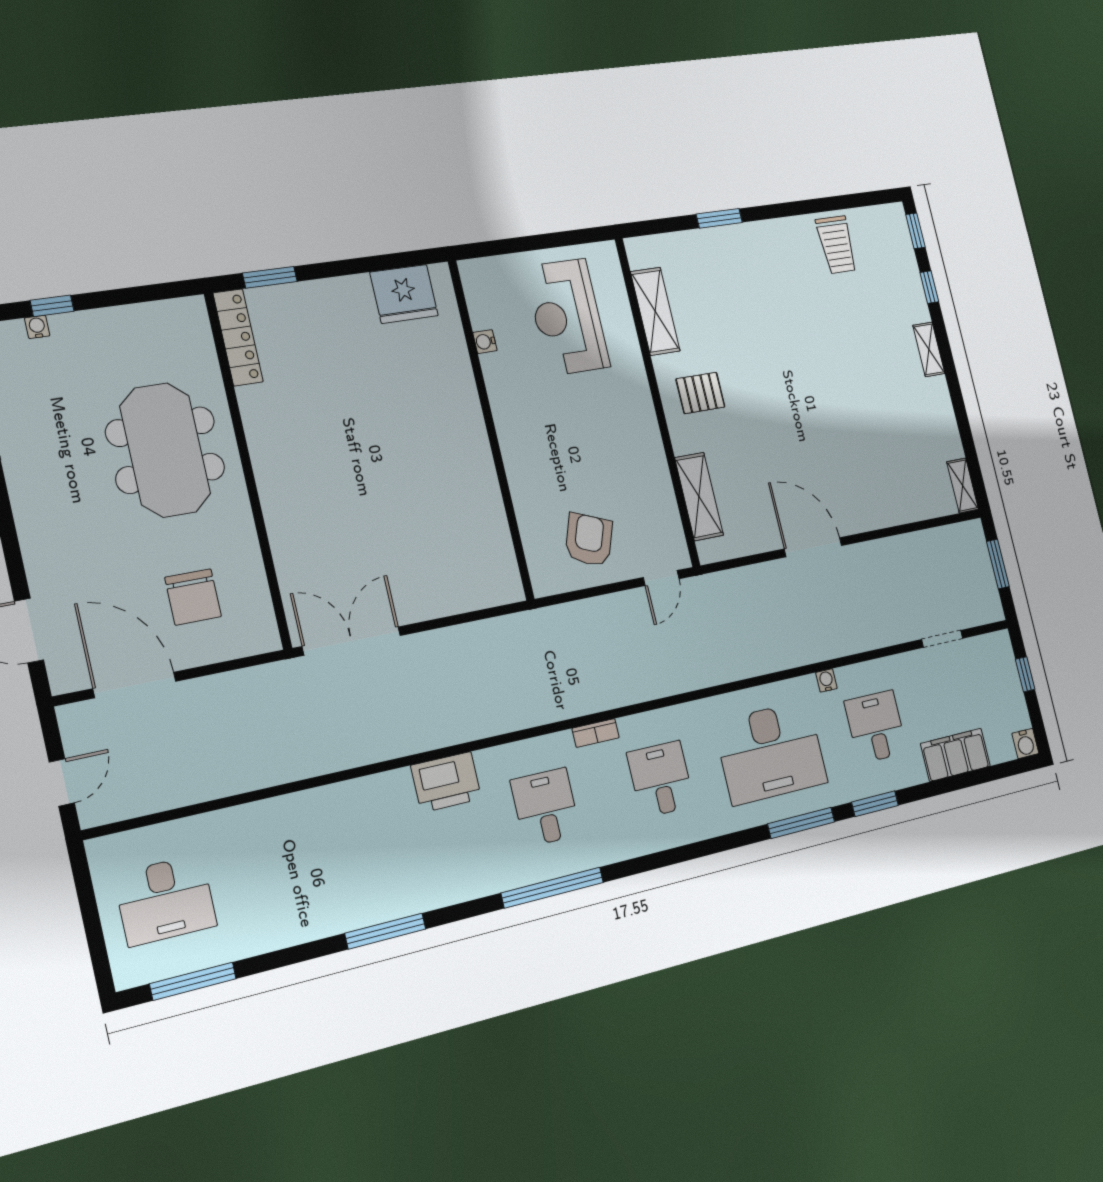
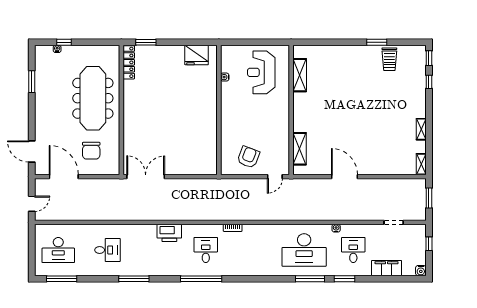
window: (719, 218) -> (377, 42), moved
shelving: (929, 349) -> (421, 129), moved
pallet: (700, 393) -> (311, 109), removed
meeting table: (165, 450) -> (93, 98), width x1.36
desk: (661, 779) -> (107, 250), moved, turned 90

